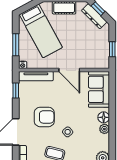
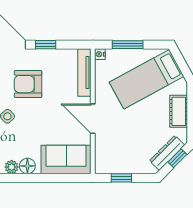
door: (69, 70) -> (93, 119), hinge flipped
window: (16, 91) -> (46, 45), moved
armchair: (44, 117) -> (28, 84), turned 90

